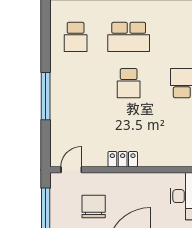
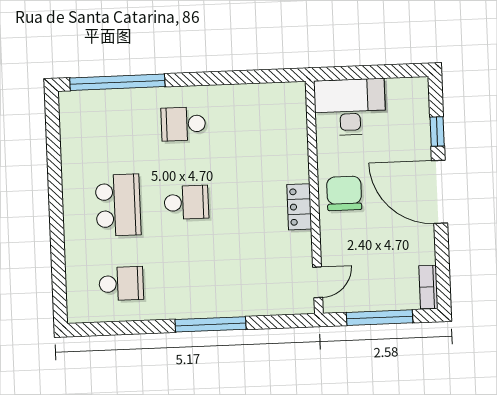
door: (71, 170) -> (318, 282), swing flipped
chair: (94, 206) -> (344, 193), moved, turned 90

